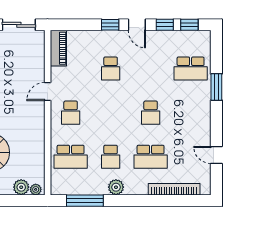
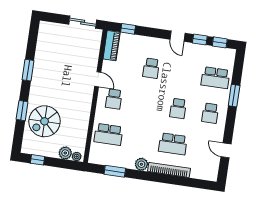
window: (110, 25) -> (128, 29), moved
door: (48, 91) -> (98, 79), swing flipped
school desk: (111, 157) -> (210, 113), moved
bookcase: (174, 189) -> (169, 170), moved
window: (85, 201) -> (115, 171), width x0.69

